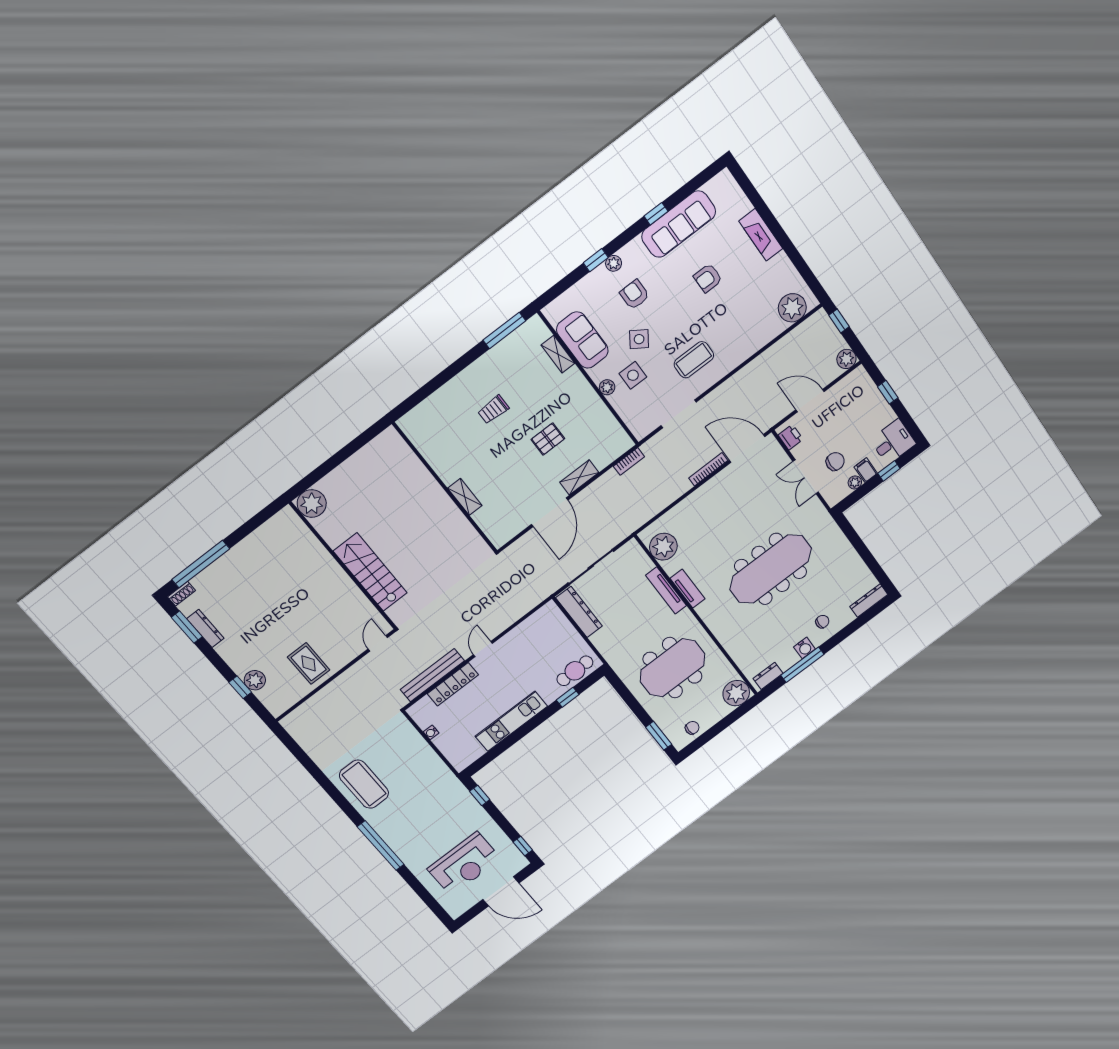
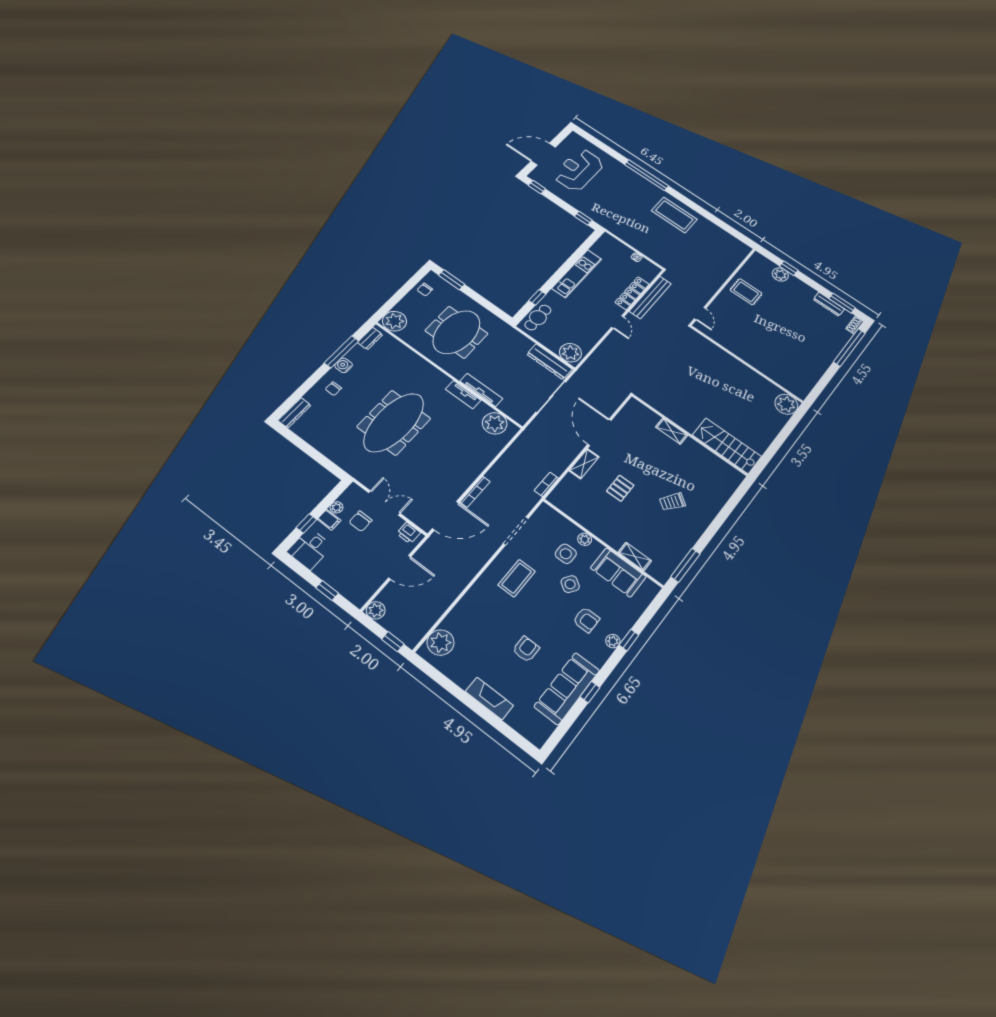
trolley: (493, 410) -> (673, 502), turned -144
stairs: (370, 572) -> (727, 446), moved, turned 180
plant: (551, 619) -> (570, 353), added

